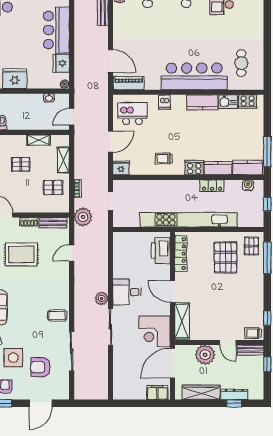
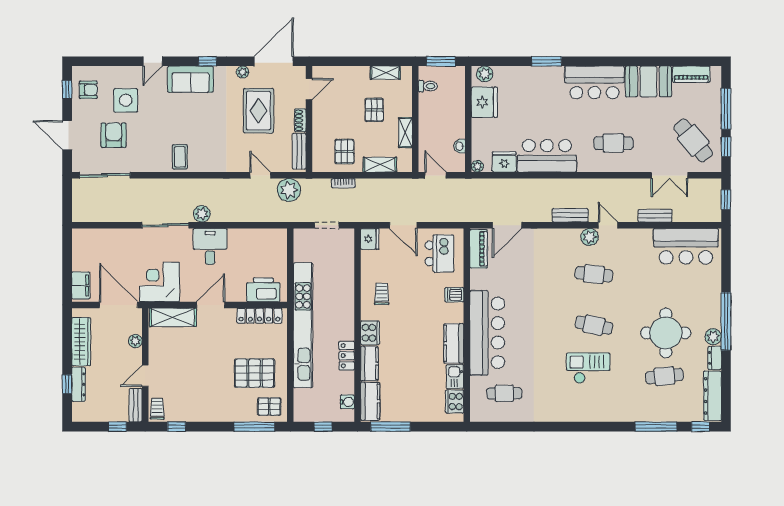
plant: (83, 217) -> (289, 190), moved
sliding door: (72, 351) -> (105, 175), moved
plant: (205, 355) -> (135, 341), width x0.53, depth x0.53

